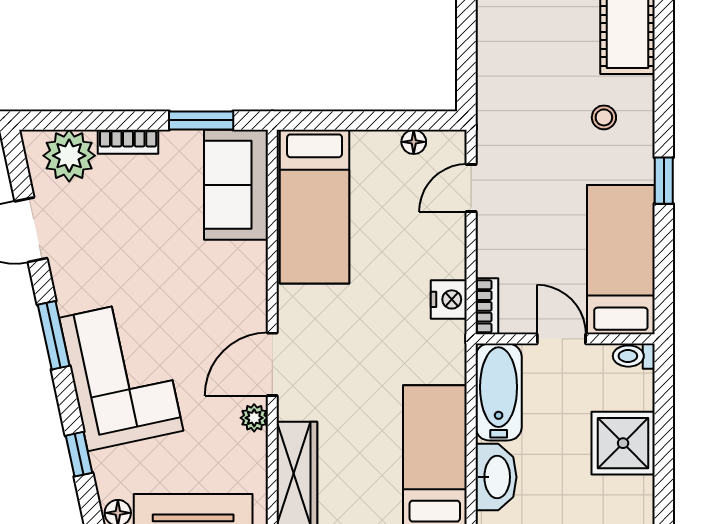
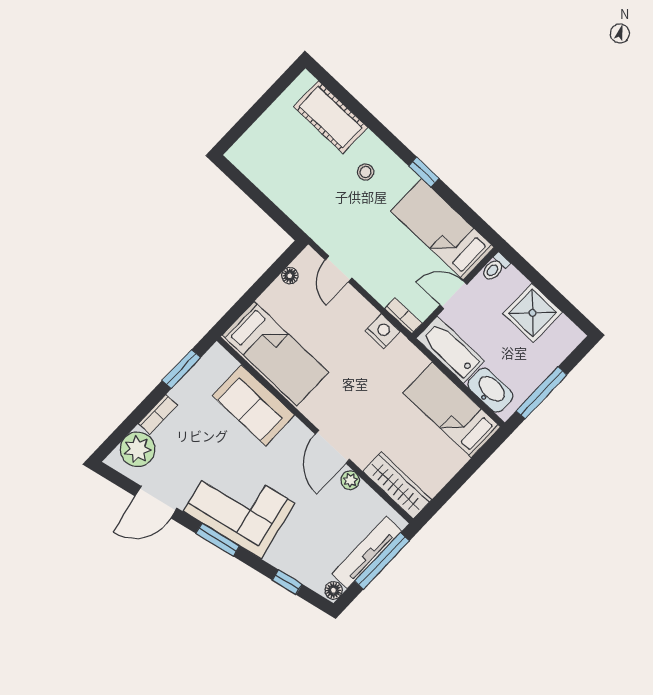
sofa: (236, 185) -> (254, 405), moved
corner sofa: (121, 374) -> (239, 507), moved

